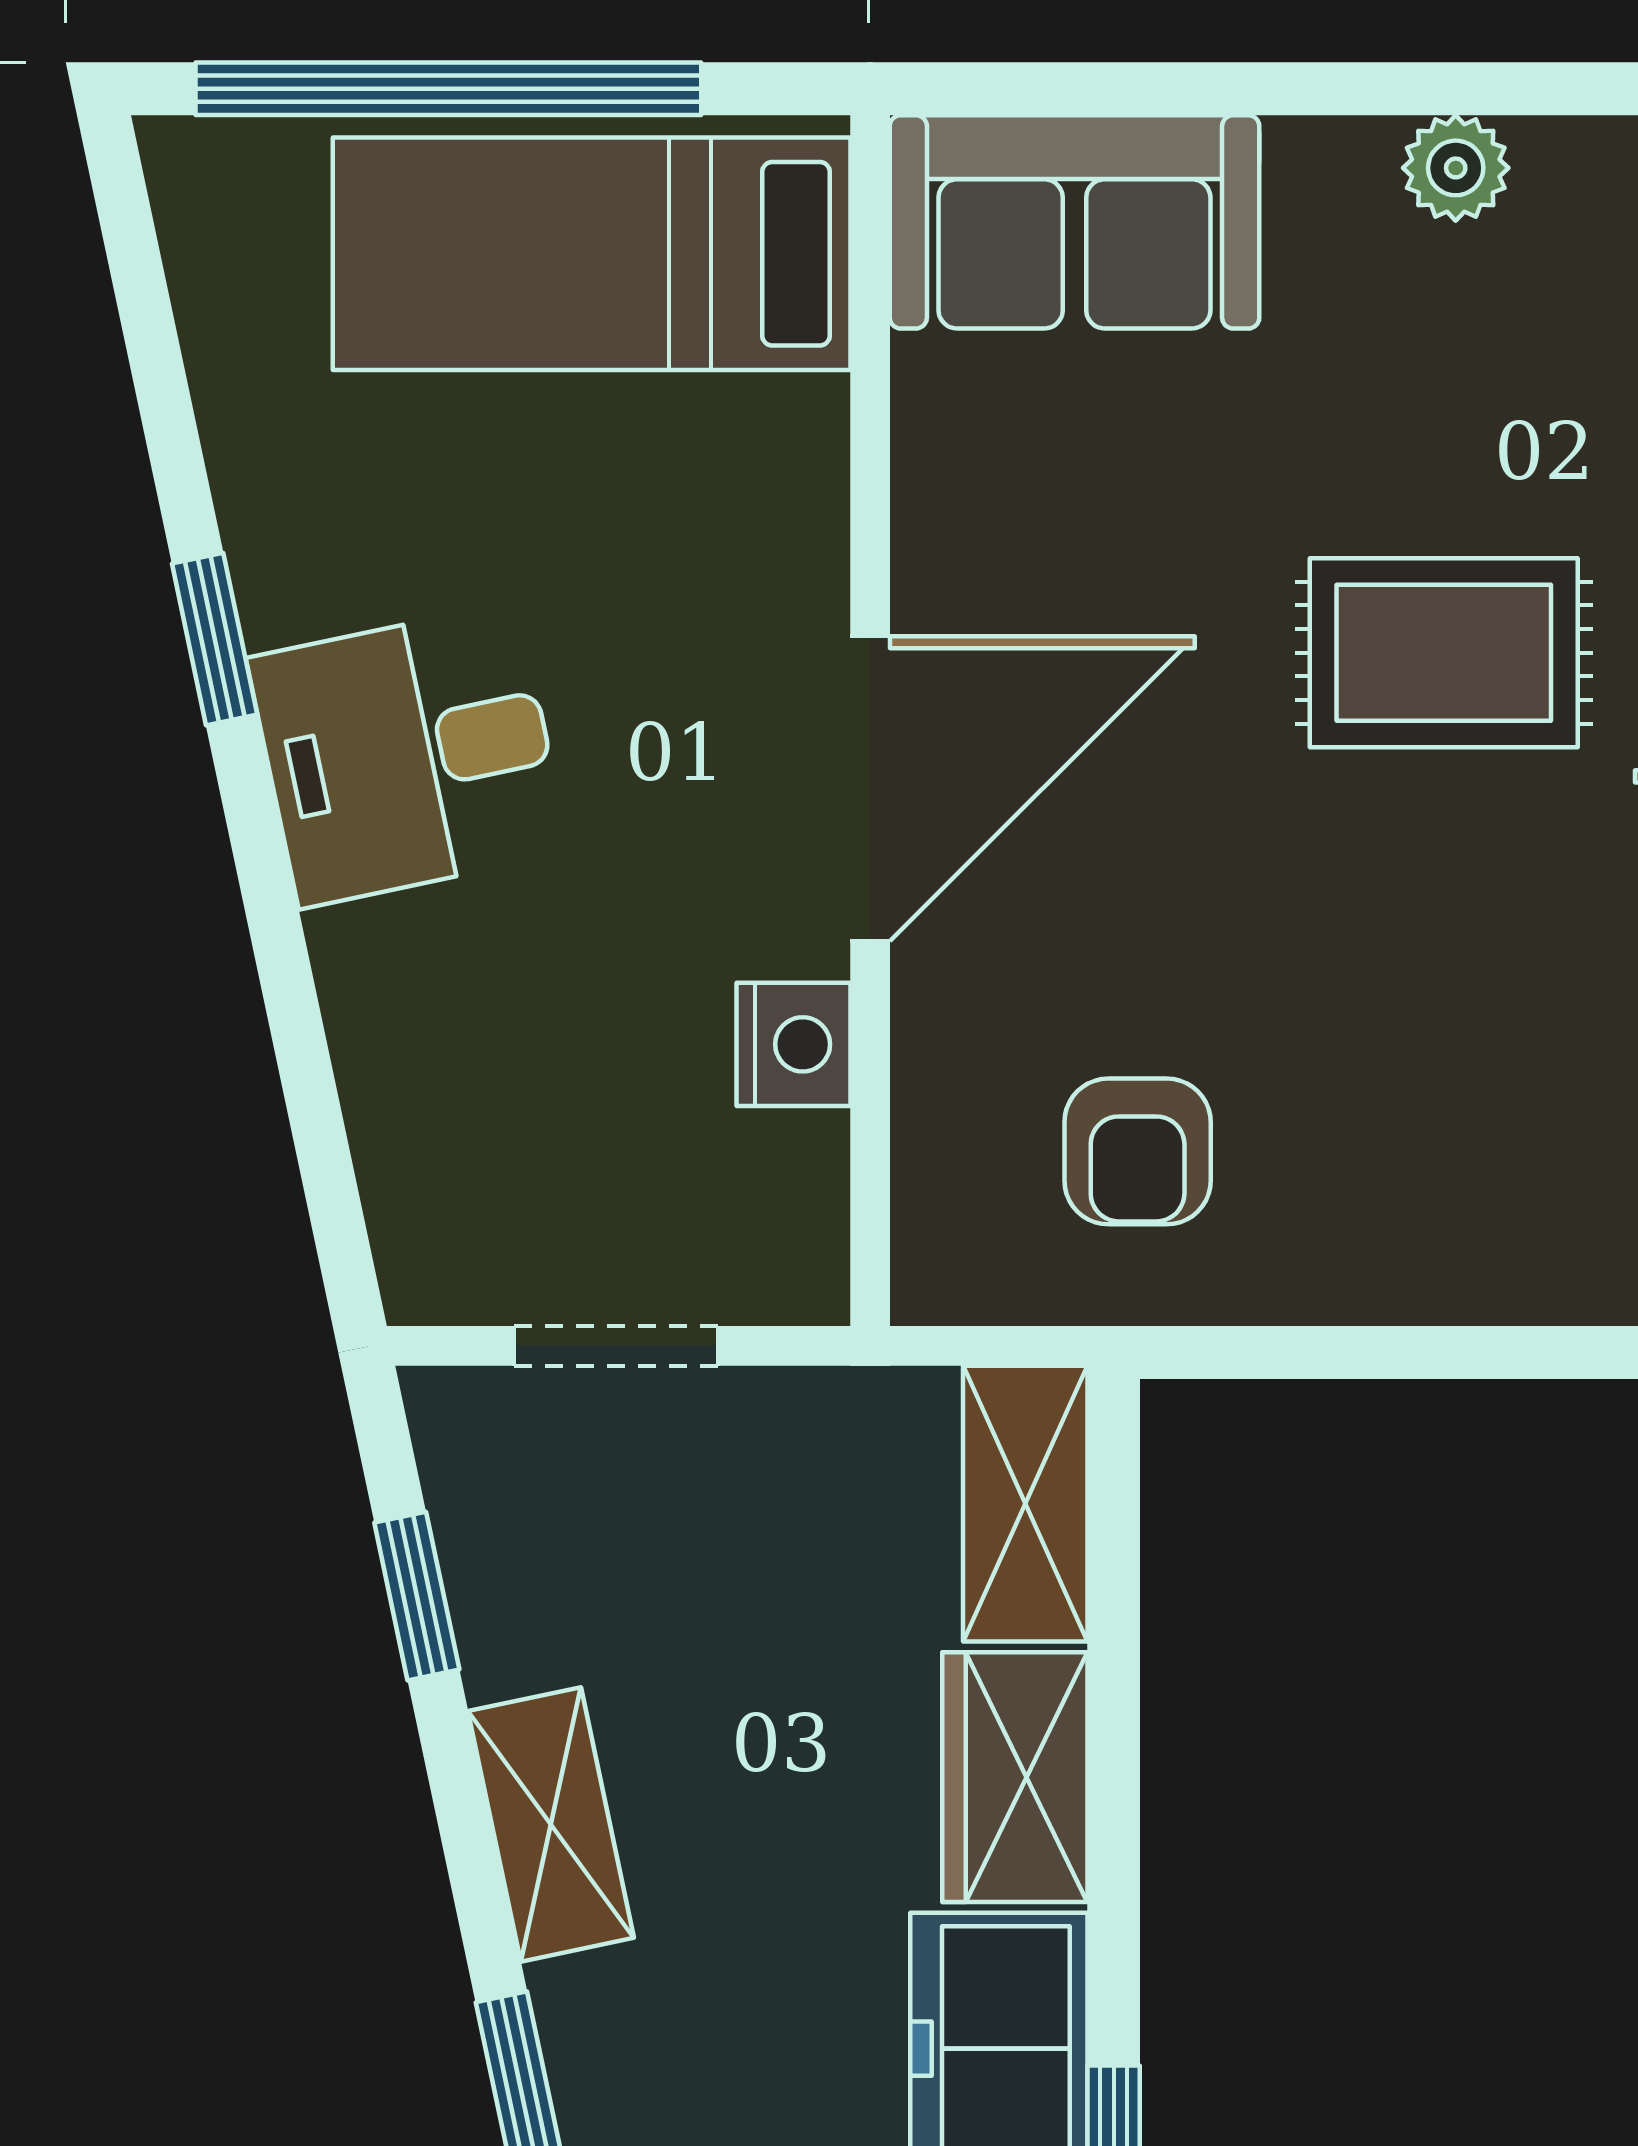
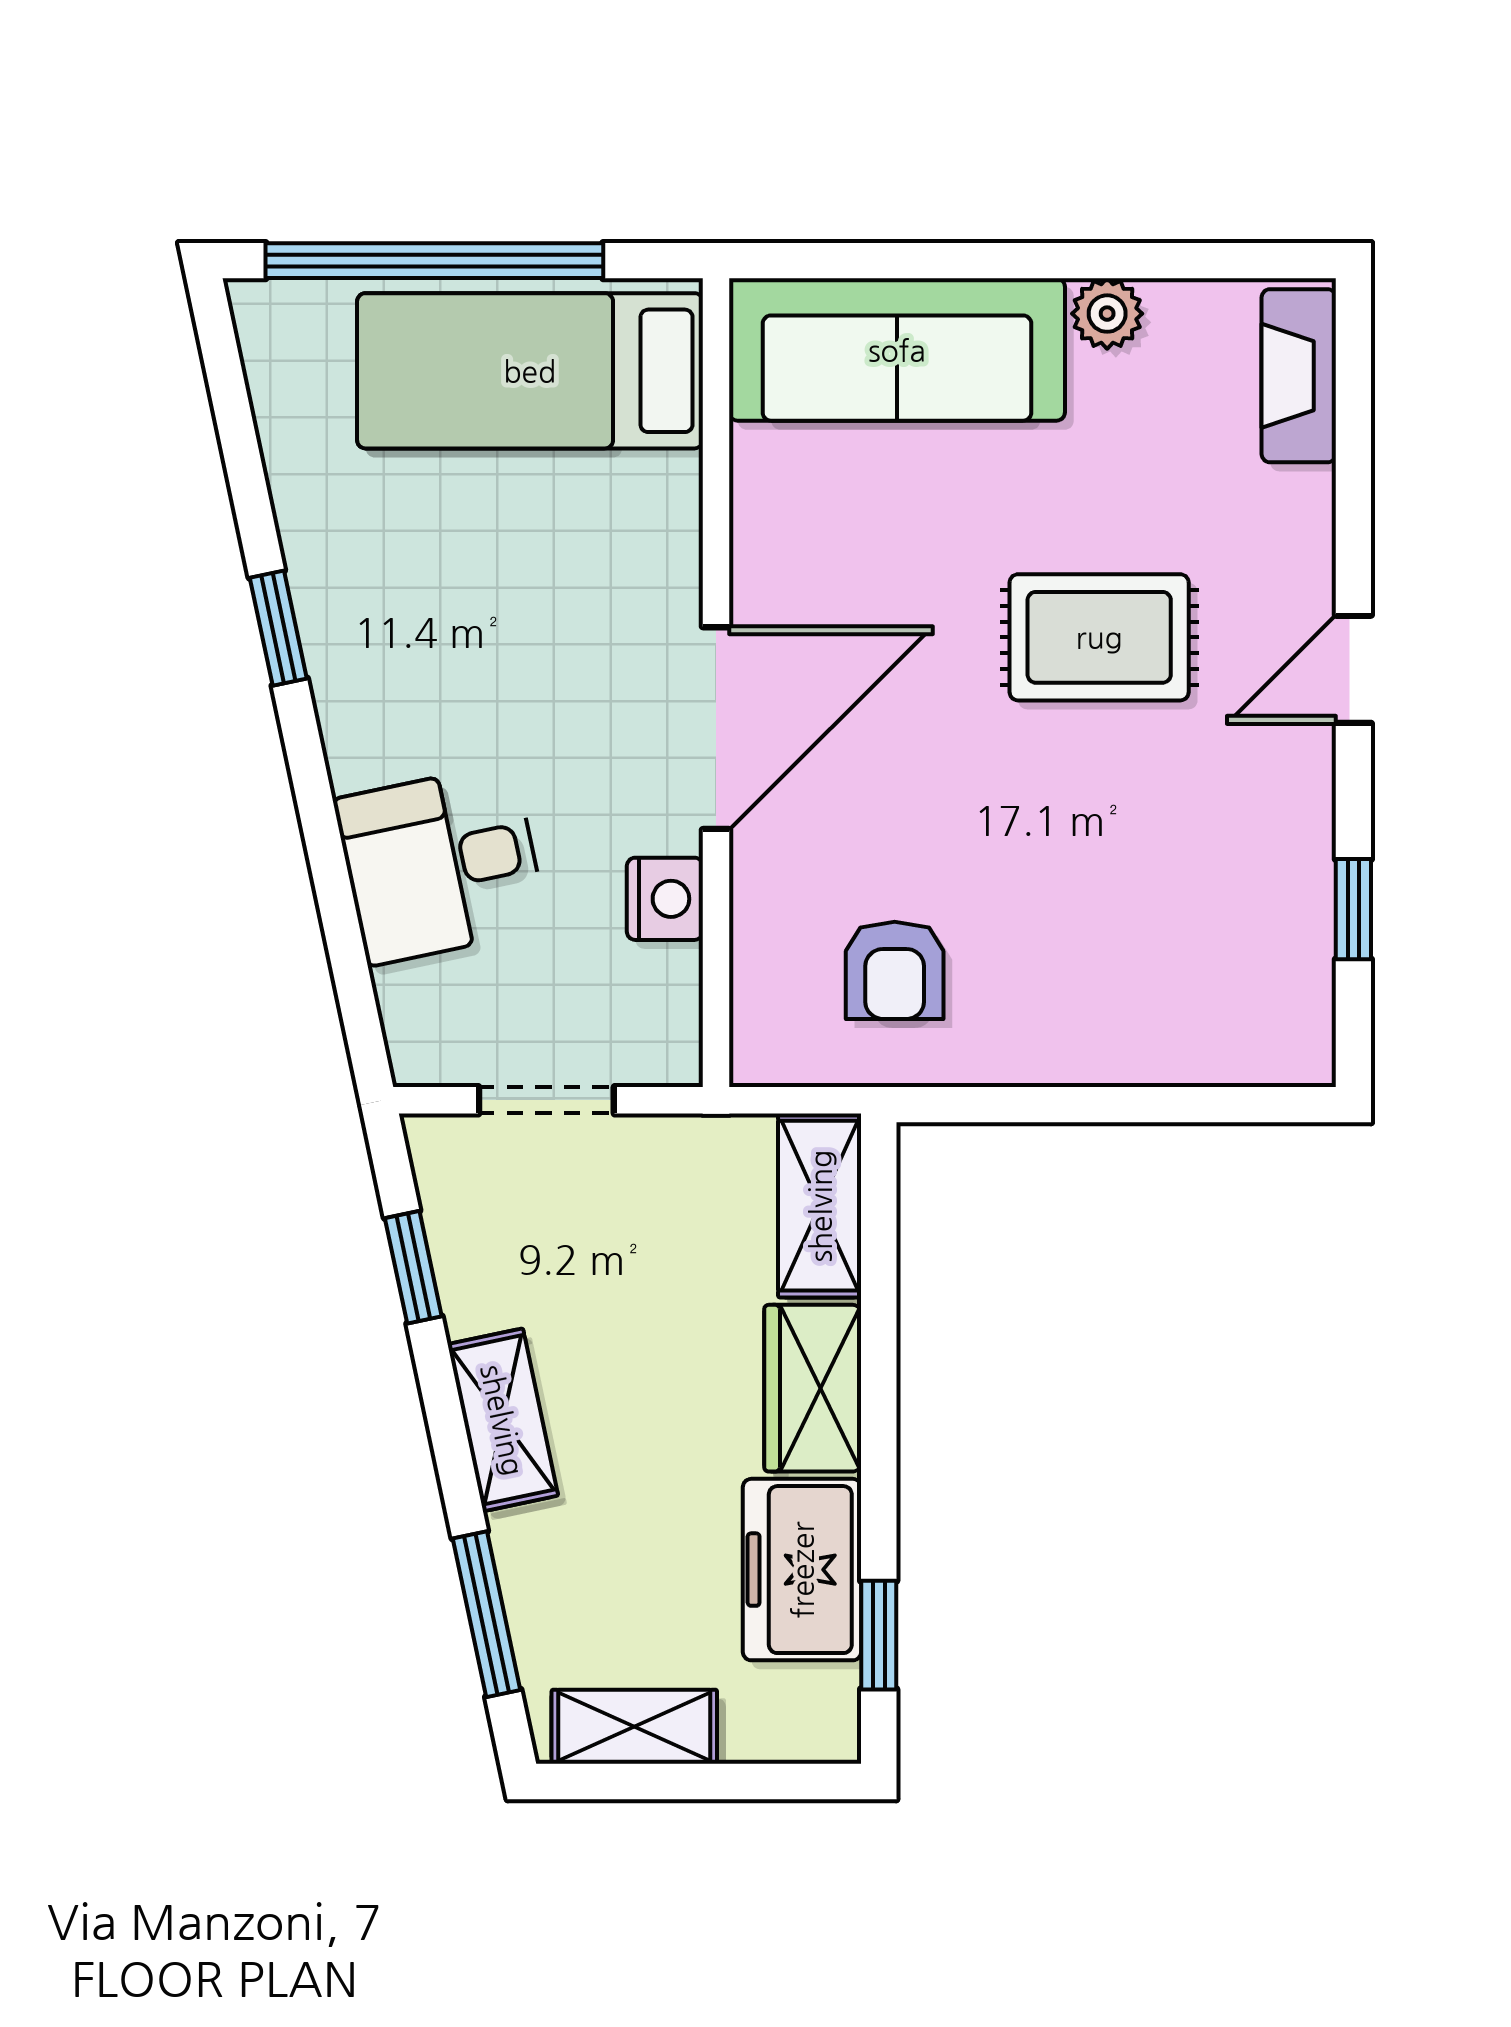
sofa: (1074, 222) -> (897, 350), width x1.36
desk: (408, 755) -> (441, 864), moved

